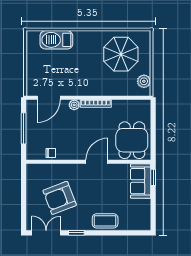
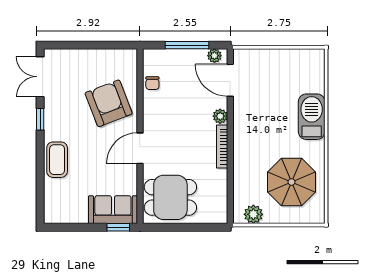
barbecue: (56, 40) -> (312, 117), moved
plant: (31, 109) -> (214, 56), added
door: (97, 162) -> (140, 148), swing flipped
armchair: (60, 198) -> (109, 103), moved
double door: (46, 233) -> (40, 77), swing flipped

